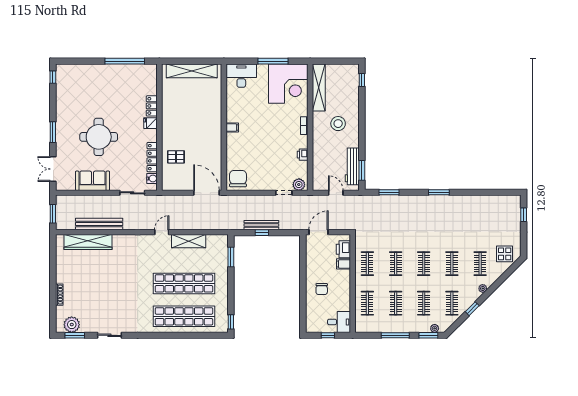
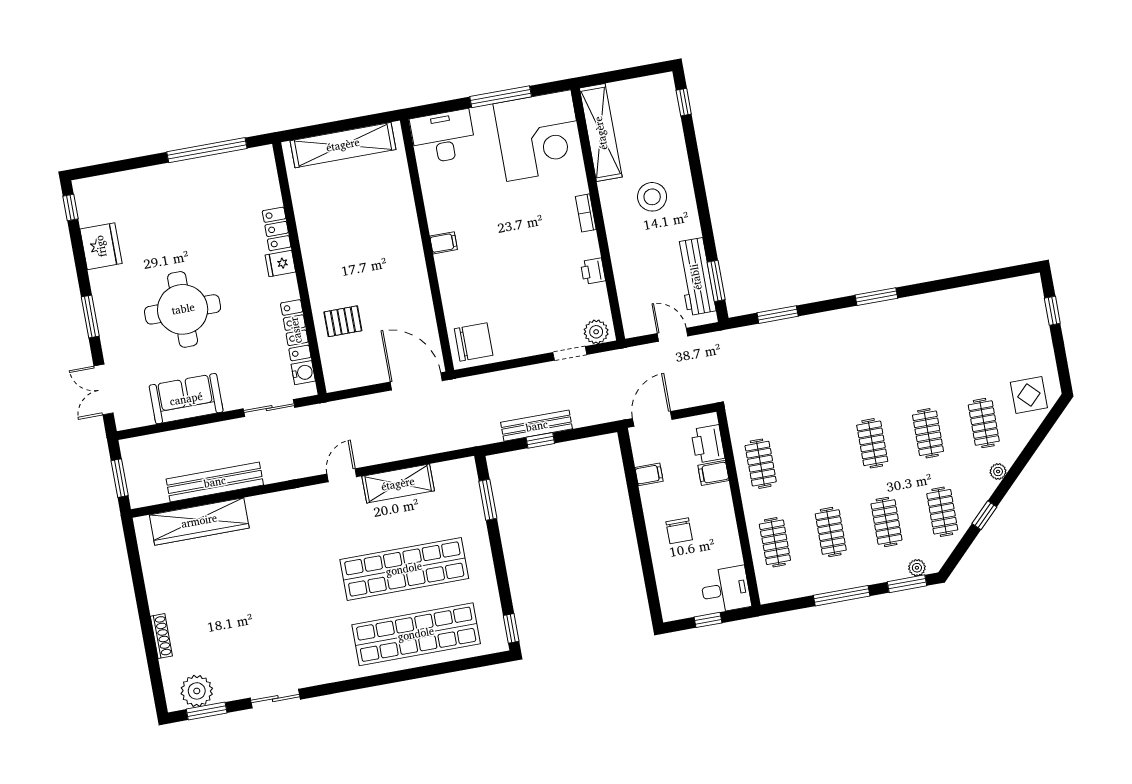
fridge: (64, 99) -> (101, 246), added
chair: (238, 179) -> (474, 342), turned 90
filing cabinet: (312, 259) -> (649, 474), added
clothes rail: (396, 264) -> (816, 453), removed

